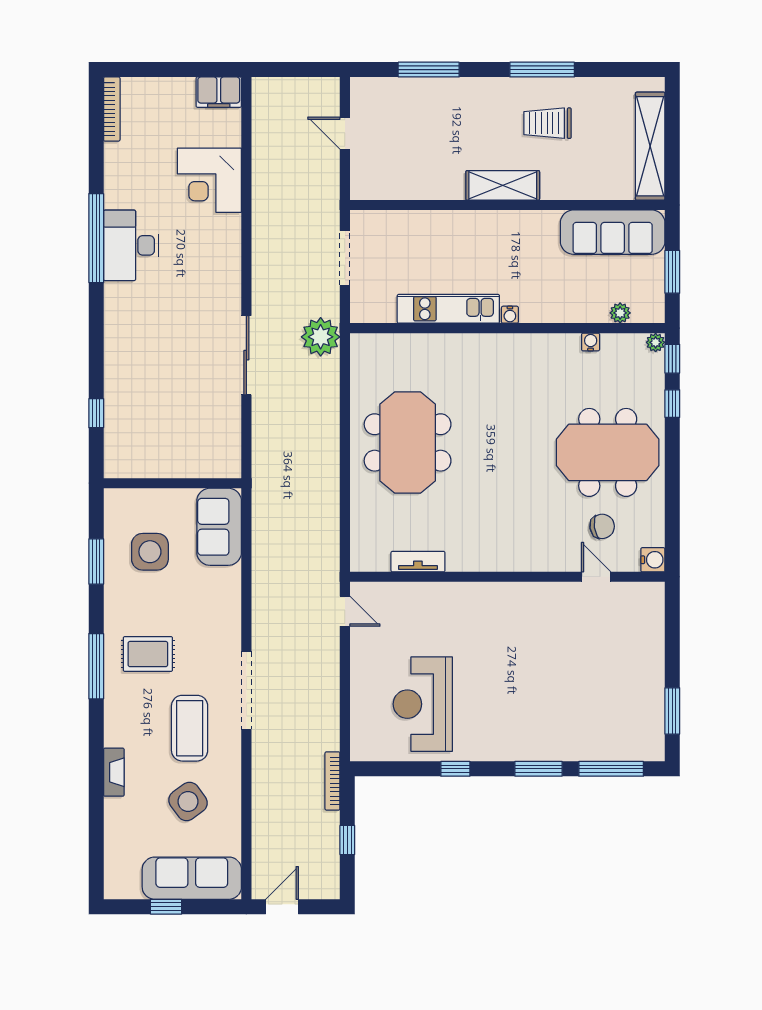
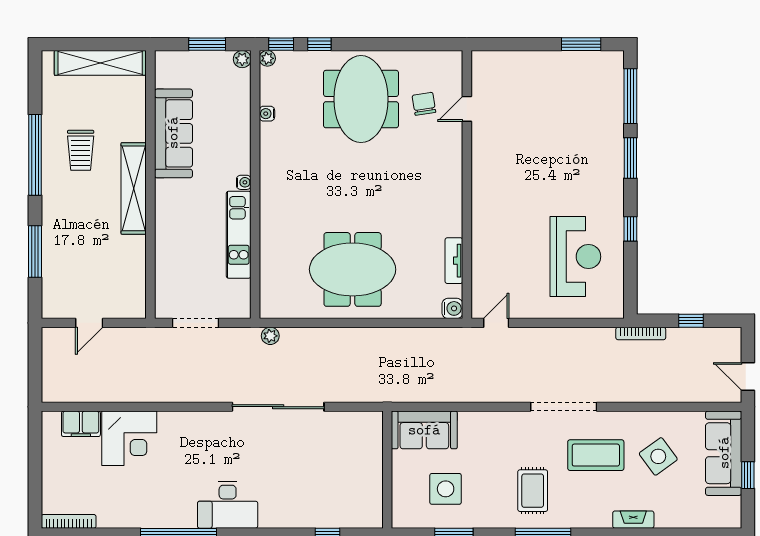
window: (542, 70) -> (35, 155), width x1.46
filing cabinet: (219, 92) -> (81, 424), moved, turned 90
shelving: (503, 185) -> (134, 188), width x1.47
sofa: (613, 232) -> (173, 133), moved
desk: (131, 245) -> (228, 505), moved
plant: (620, 313) -> (242, 59), moved
plant: (321, 337) -> (270, 336), width x0.53, depth x0.53
sliding door: (246, 355) -> (278, 407), width x1.36
water cooler: (653, 560) -> (452, 308), moved, turned 90
reception desk: (423, 704) -> (575, 257), turned -90

